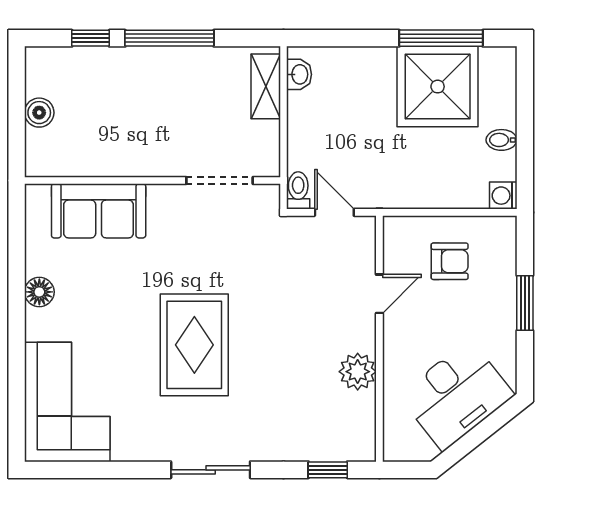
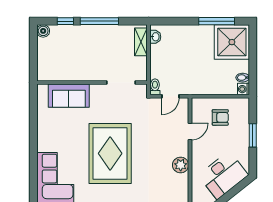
shower: (438, 87) -> (232, 42), moved
boiler: (39, 113) -> (43, 31), moved
bidet: (501, 140) -> (243, 78), moved
door: (334, 212) -> (170, 96), swing flipped
floor lamp: (39, 292) -> (43, 131), removed
rug: (194, 345) -> (110, 153), width x1.37, depth x1.44

